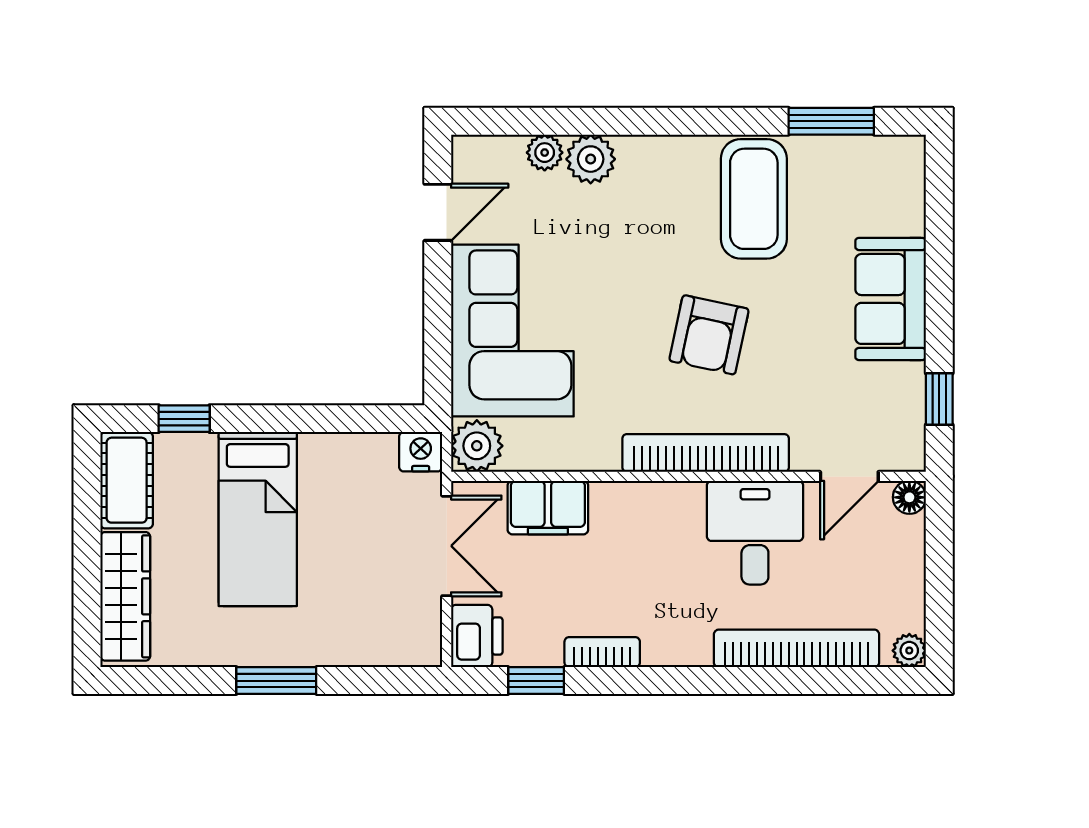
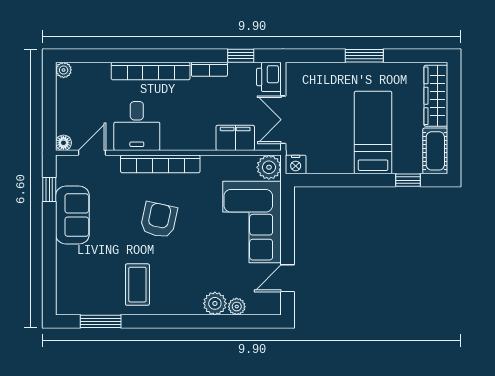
coffee table: (754, 199) -> (137, 285), width x0.73, depth x0.76
sofa: (891, 299) -> (72, 215), moved
bookcase: (797, 648) -> (151, 71), moved

